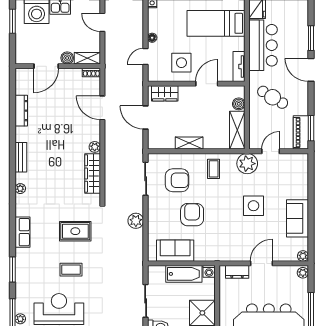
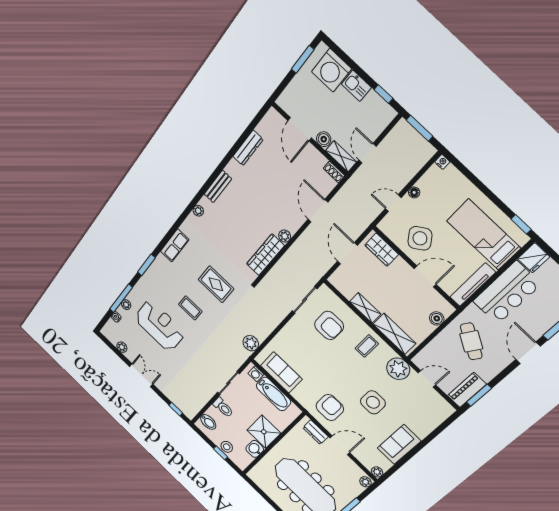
door: (102, 22) -> (367, 153), moved
side table: (181, 63) -> (420, 238), turned -35
door: (46, 66) -> (300, 129), hinge flipped
tv unit: (239, 67) -> (473, 285), width x1.41
shelving: (237, 130) -> (394, 334), moved, turned 90
armchair: (192, 215) -> (330, 408), moved
plant: (136, 221) -> (251, 343), moved
washing machine: (209, 271) -> (256, 374), moved

